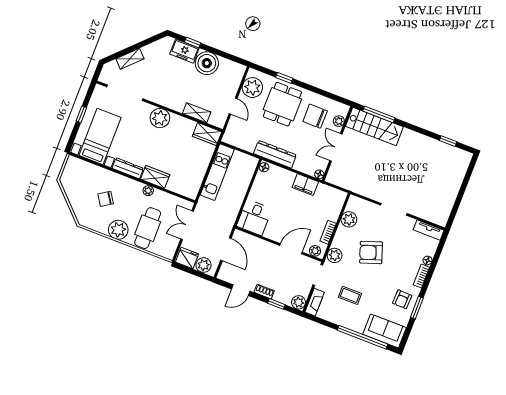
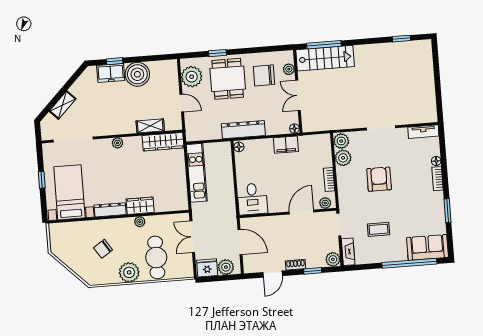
plant: (160, 118) -> (118, 143), width x0.53, depth x0.53
wardrobe: (207, 134) -> (163, 142), width x1.50
armchair: (371, 253) -> (379, 179), turned 109
plant: (335, 255) -> (341, 141), moved
armchair: (402, 299) -> (430, 209), removed

